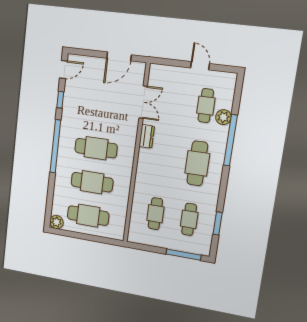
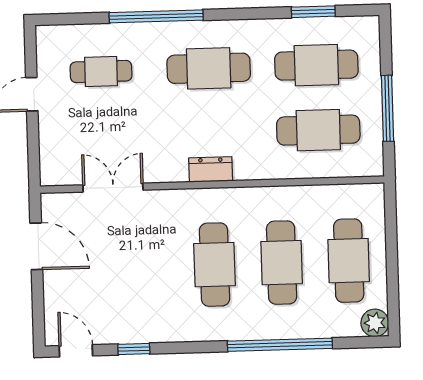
plant: (223, 117) -> (117, 36), removed
dresser: (147, 136) -> (211, 169), moved
window: (55, 146) -> (280, 345), moved
cafe table: (155, 214) -> (318, 130), width x1.37, depth x1.35
cafe table: (189, 219) -> (316, 65), width x1.37, depth x1.35
window: (184, 255) -> (387, 108), moved

